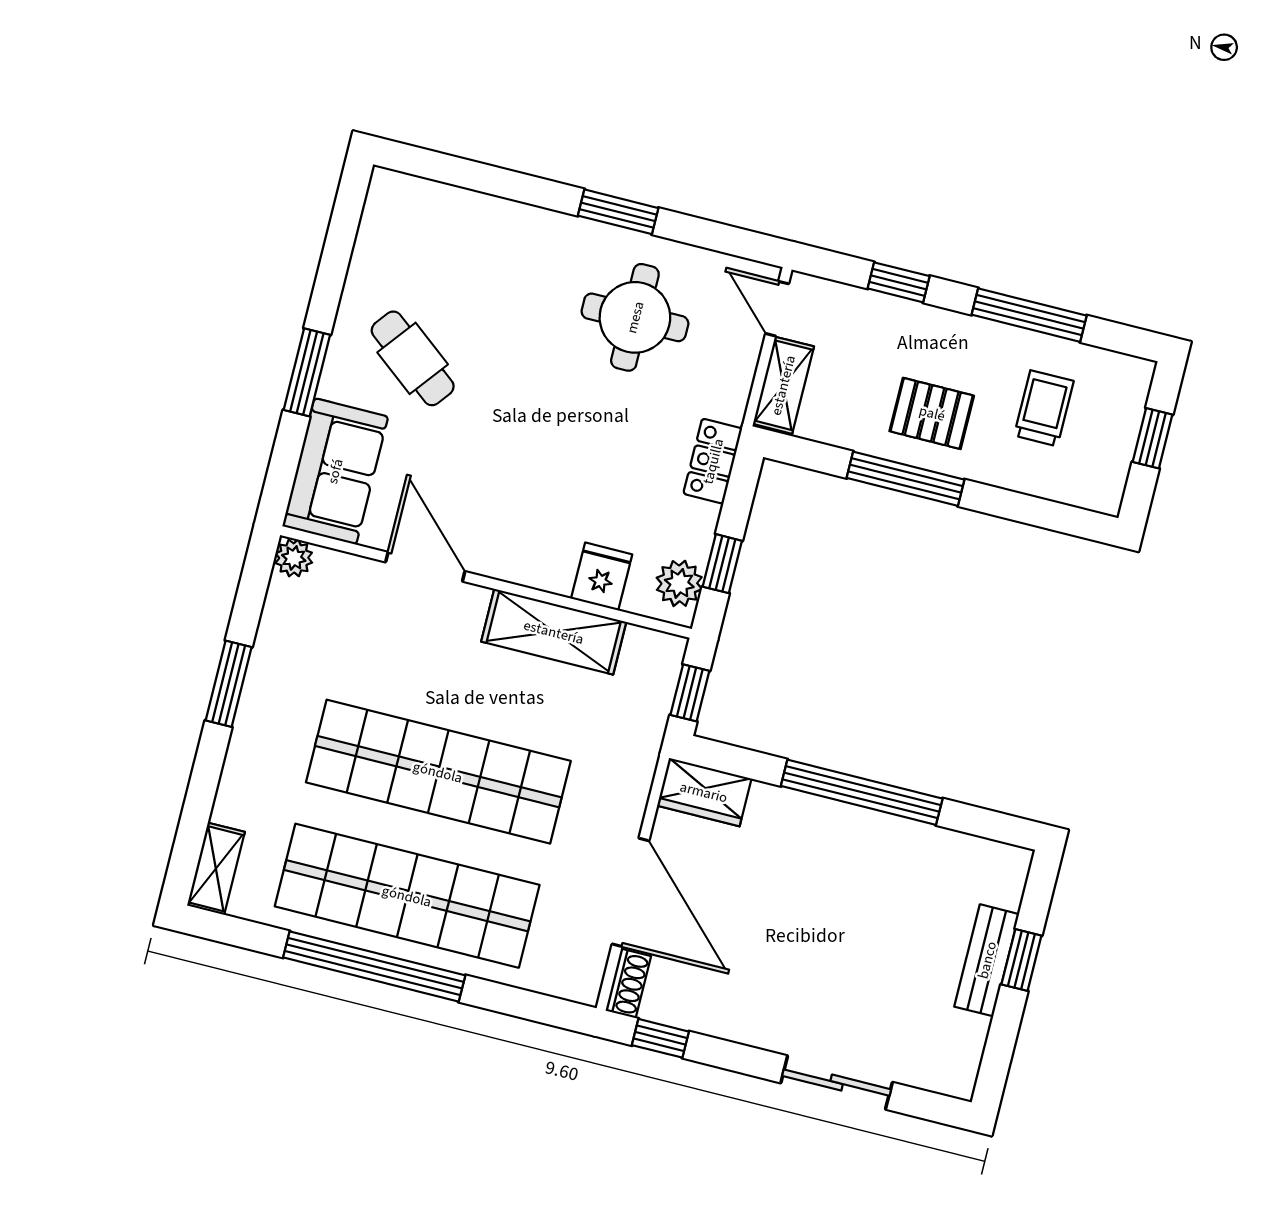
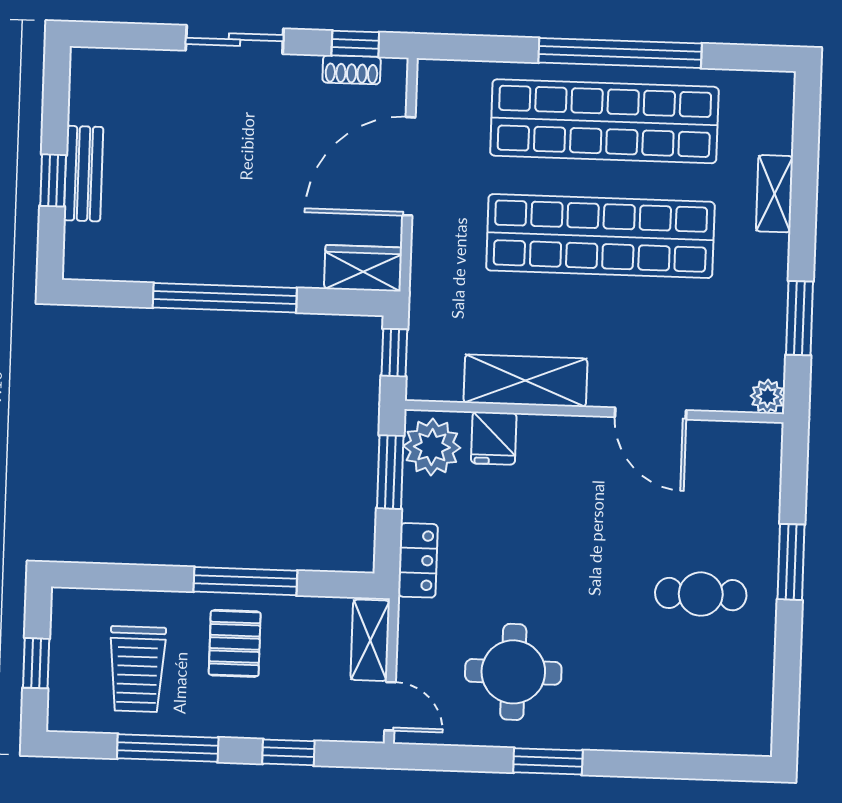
cafe table: (413, 358) -> (701, 594), turned -38
trolley: (1044, 408) -> (137, 669), width x1.36, depth x1.39
pallet: (932, 413) -> (235, 643), turned 90
sofa: (335, 471) -> (747, 480), removed
window: (722, 564) -> (390, 472), width x1.50
plant: (679, 583) -> (432, 447), width x1.36, depth x1.36
window: (229, 684) -> (799, 318), moved
shelving: (216, 869) -> (774, 194), moved
door: (631, 892) -> (409, 166), hinge flipped
shoe rack: (628, 983) -> (352, 70), moved, turned -90
sliding door: (837, 1083) -> (235, 40), moved

